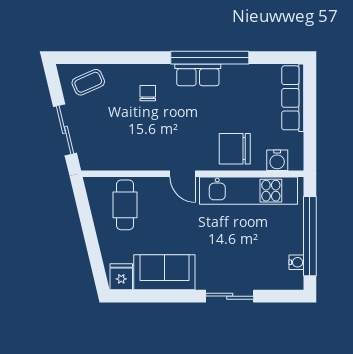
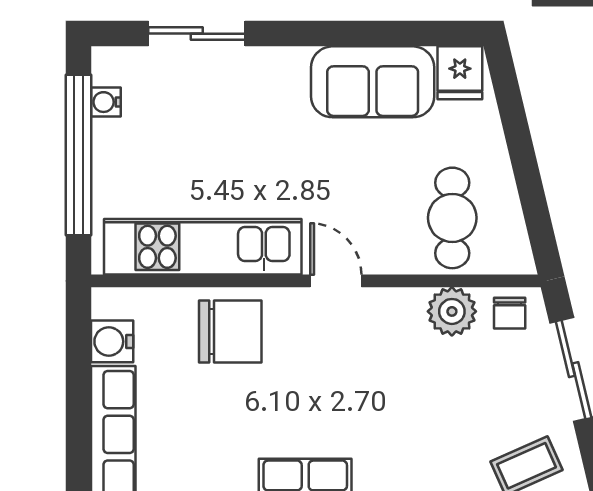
chair: (148, 93) -> (510, 313), moved
plant: (125, 159) -> (452, 311), added
water cooler: (277, 160) -> (112, 341), moved, turned -90
sliding door: (230, 296) -> (197, 34), moved

